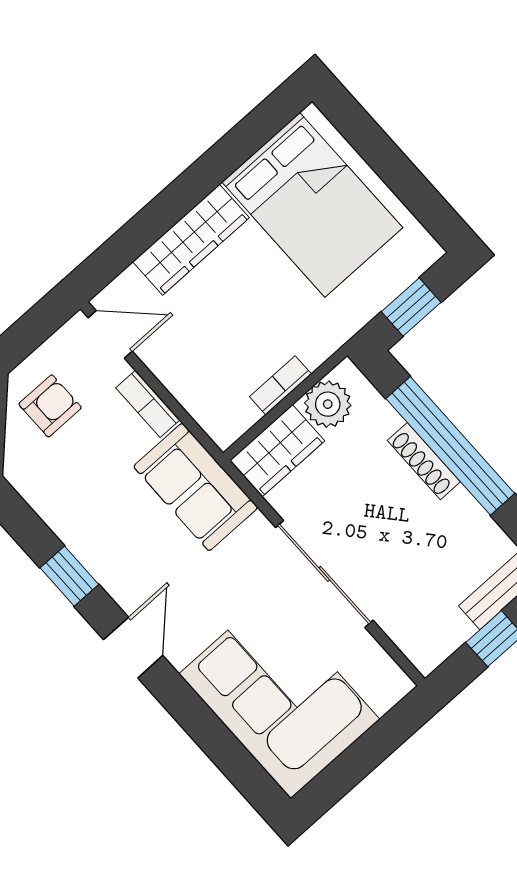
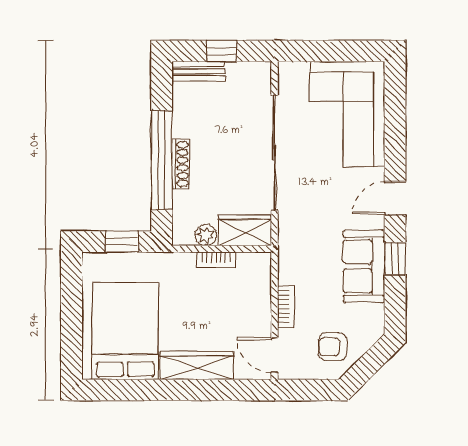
plant: (328, 404) -> (206, 235), width x0.73, depth x0.73
sofa: (196, 487) -> (364, 266), moved, turned 180
sliding door: (324, 574) -> (274, 153), width x1.36

